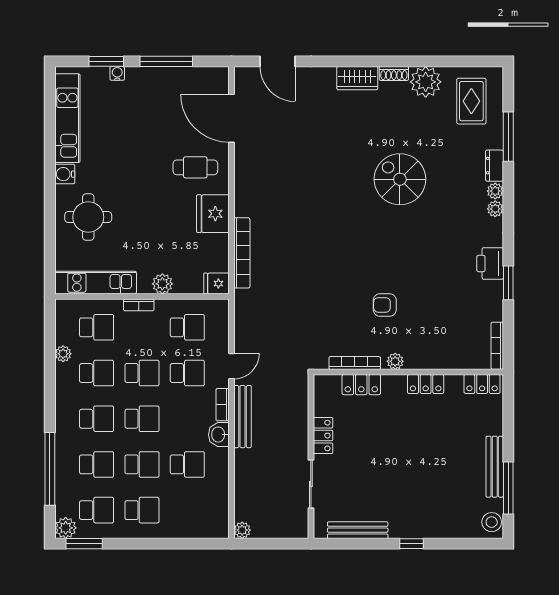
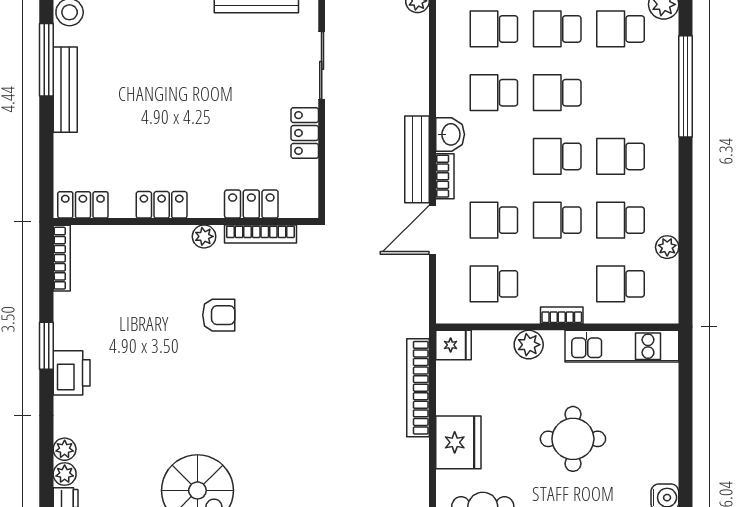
round table: (88, 217) -> (573, 439), moved
door: (231, 366) -> (432, 230), width x1.37
school desk: (97, 464) -> (494, 29), moved

